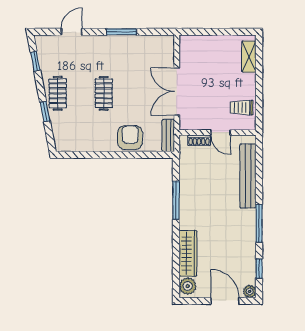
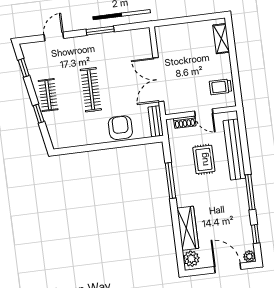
clothes rail: (104, 93) -> (91, 90), width x1.36
rug: (214, 182) -> (204, 159), added

